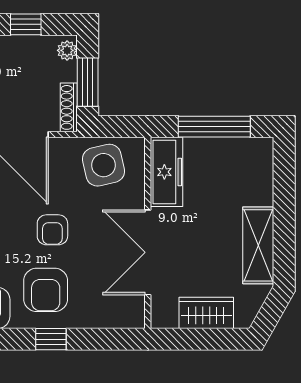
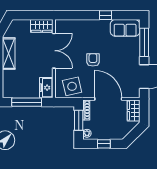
freezer: (167, 172) -> (46, 88), width x0.71
armchair: (46, 290) -> (96, 35), removed
wardrobe: (206, 313) -> (42, 26), moved
window: (51, 339) -> (106, 15), moved

